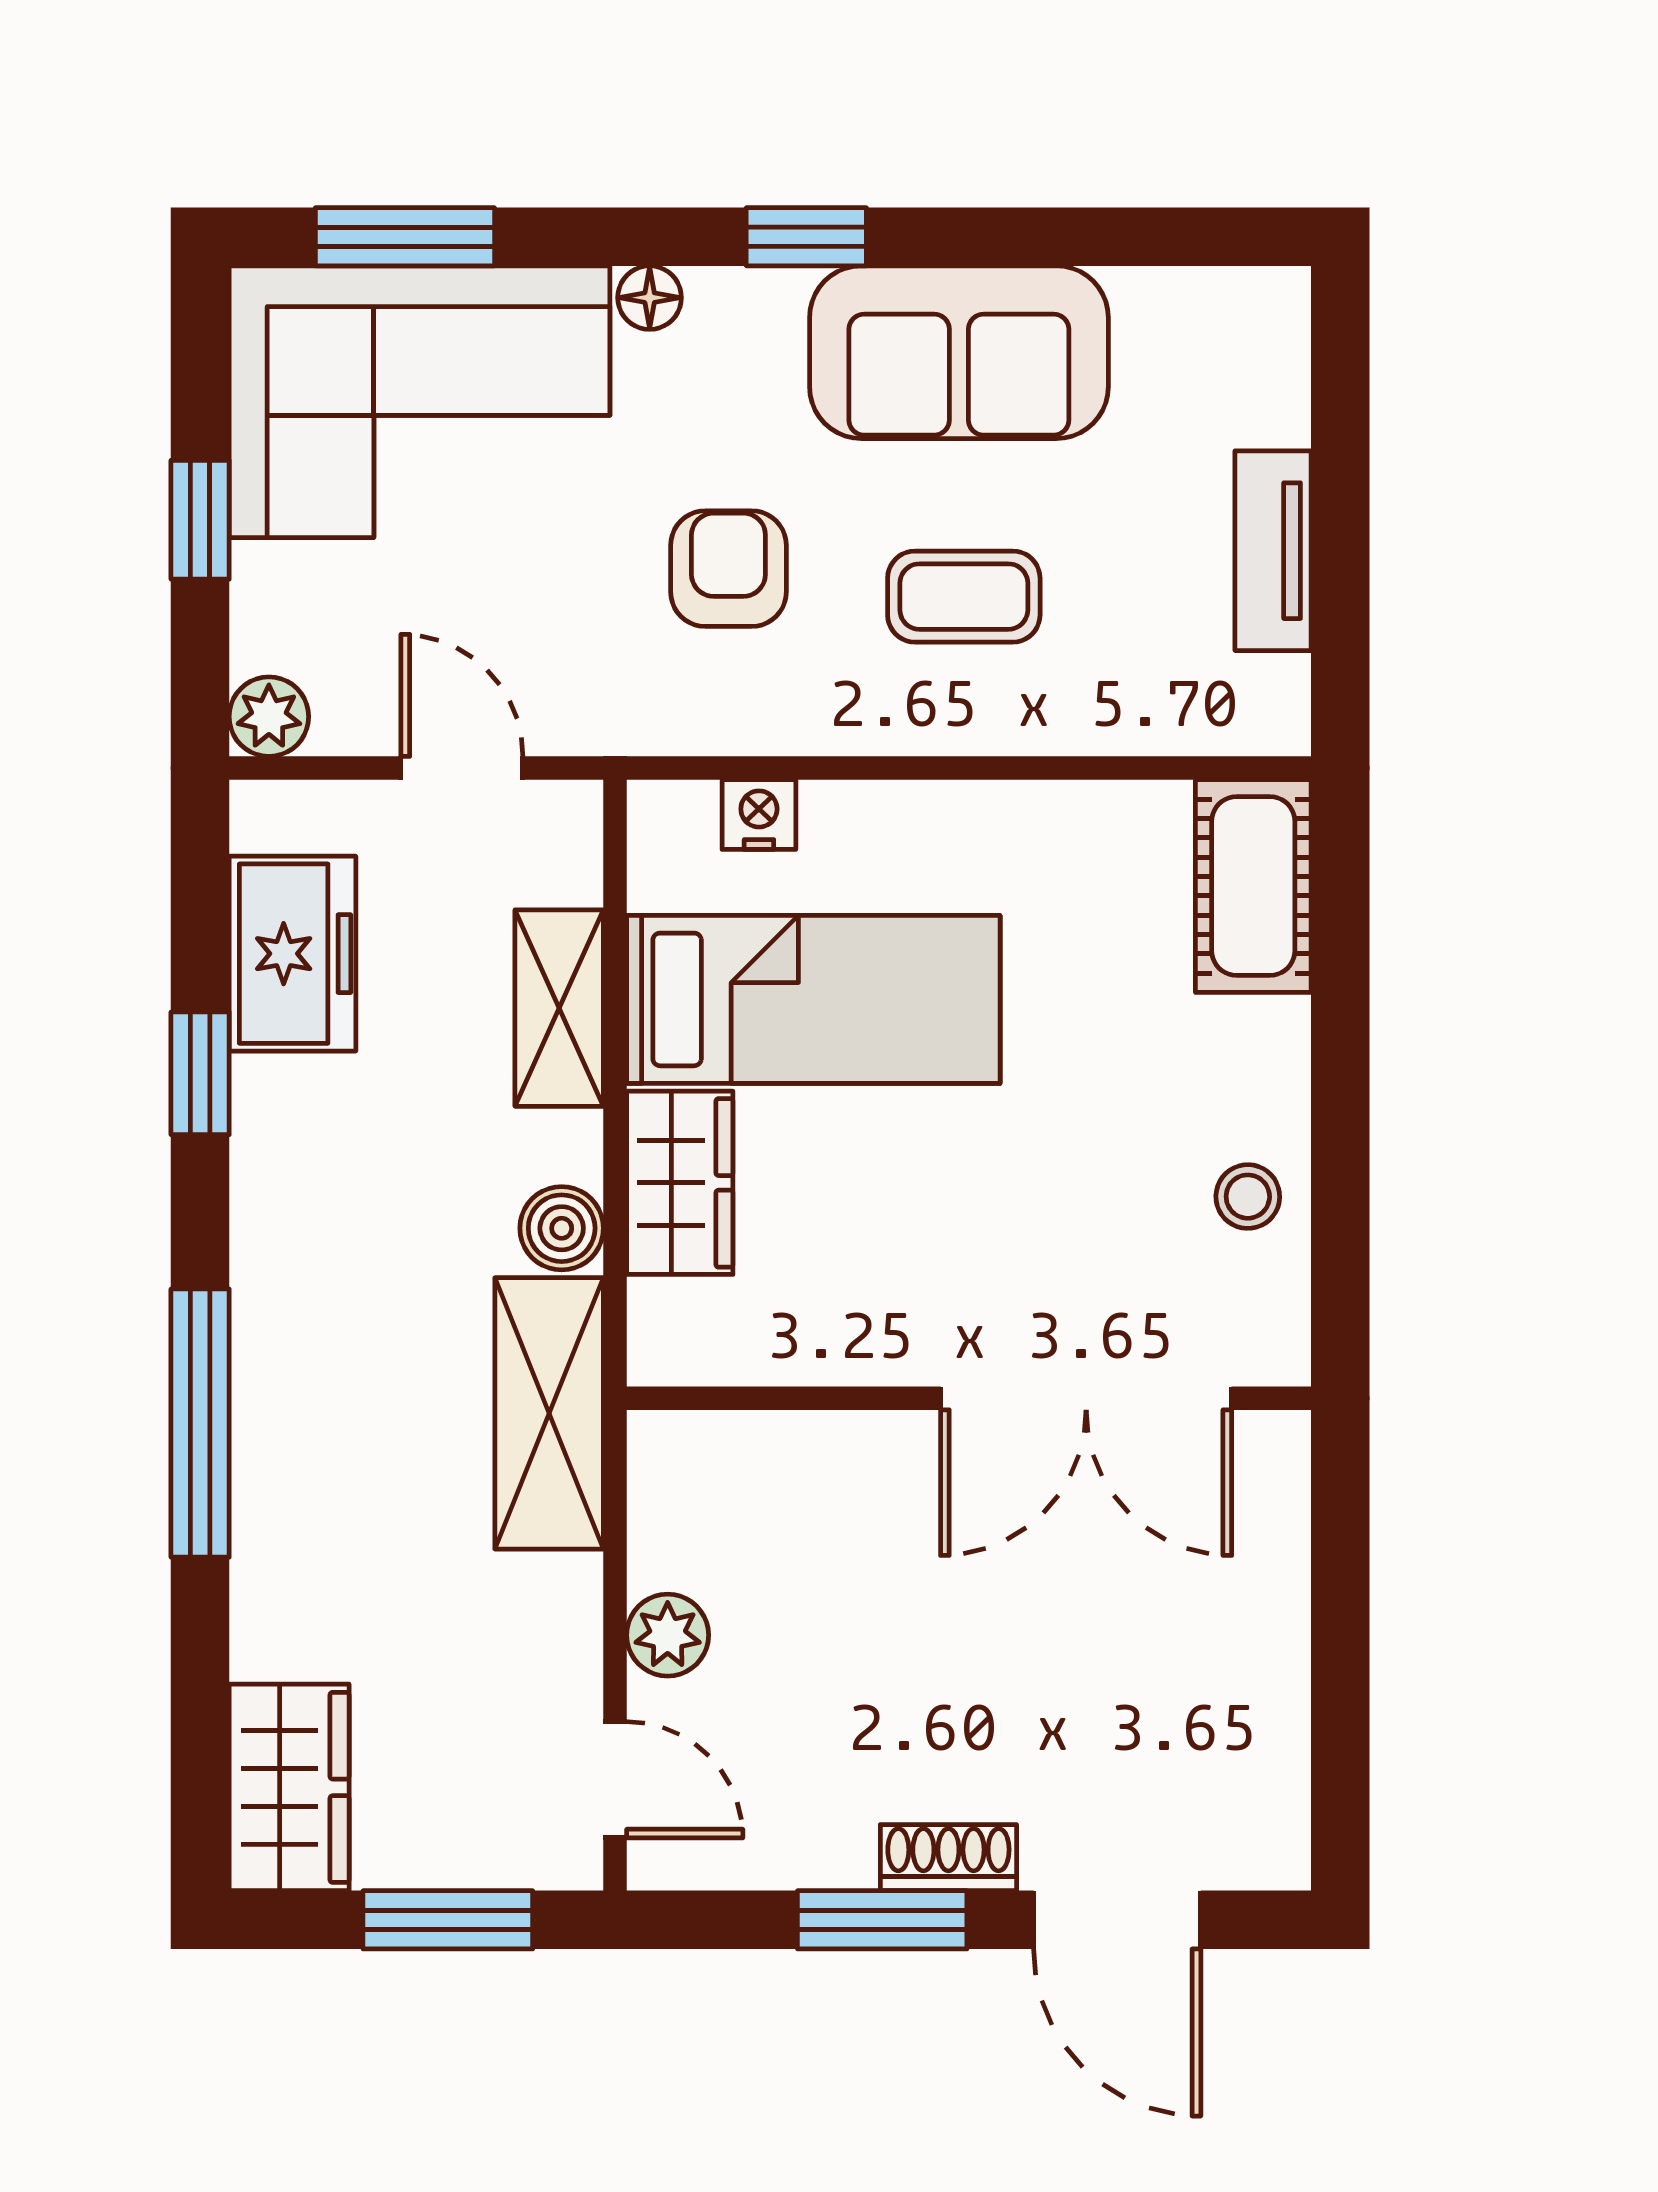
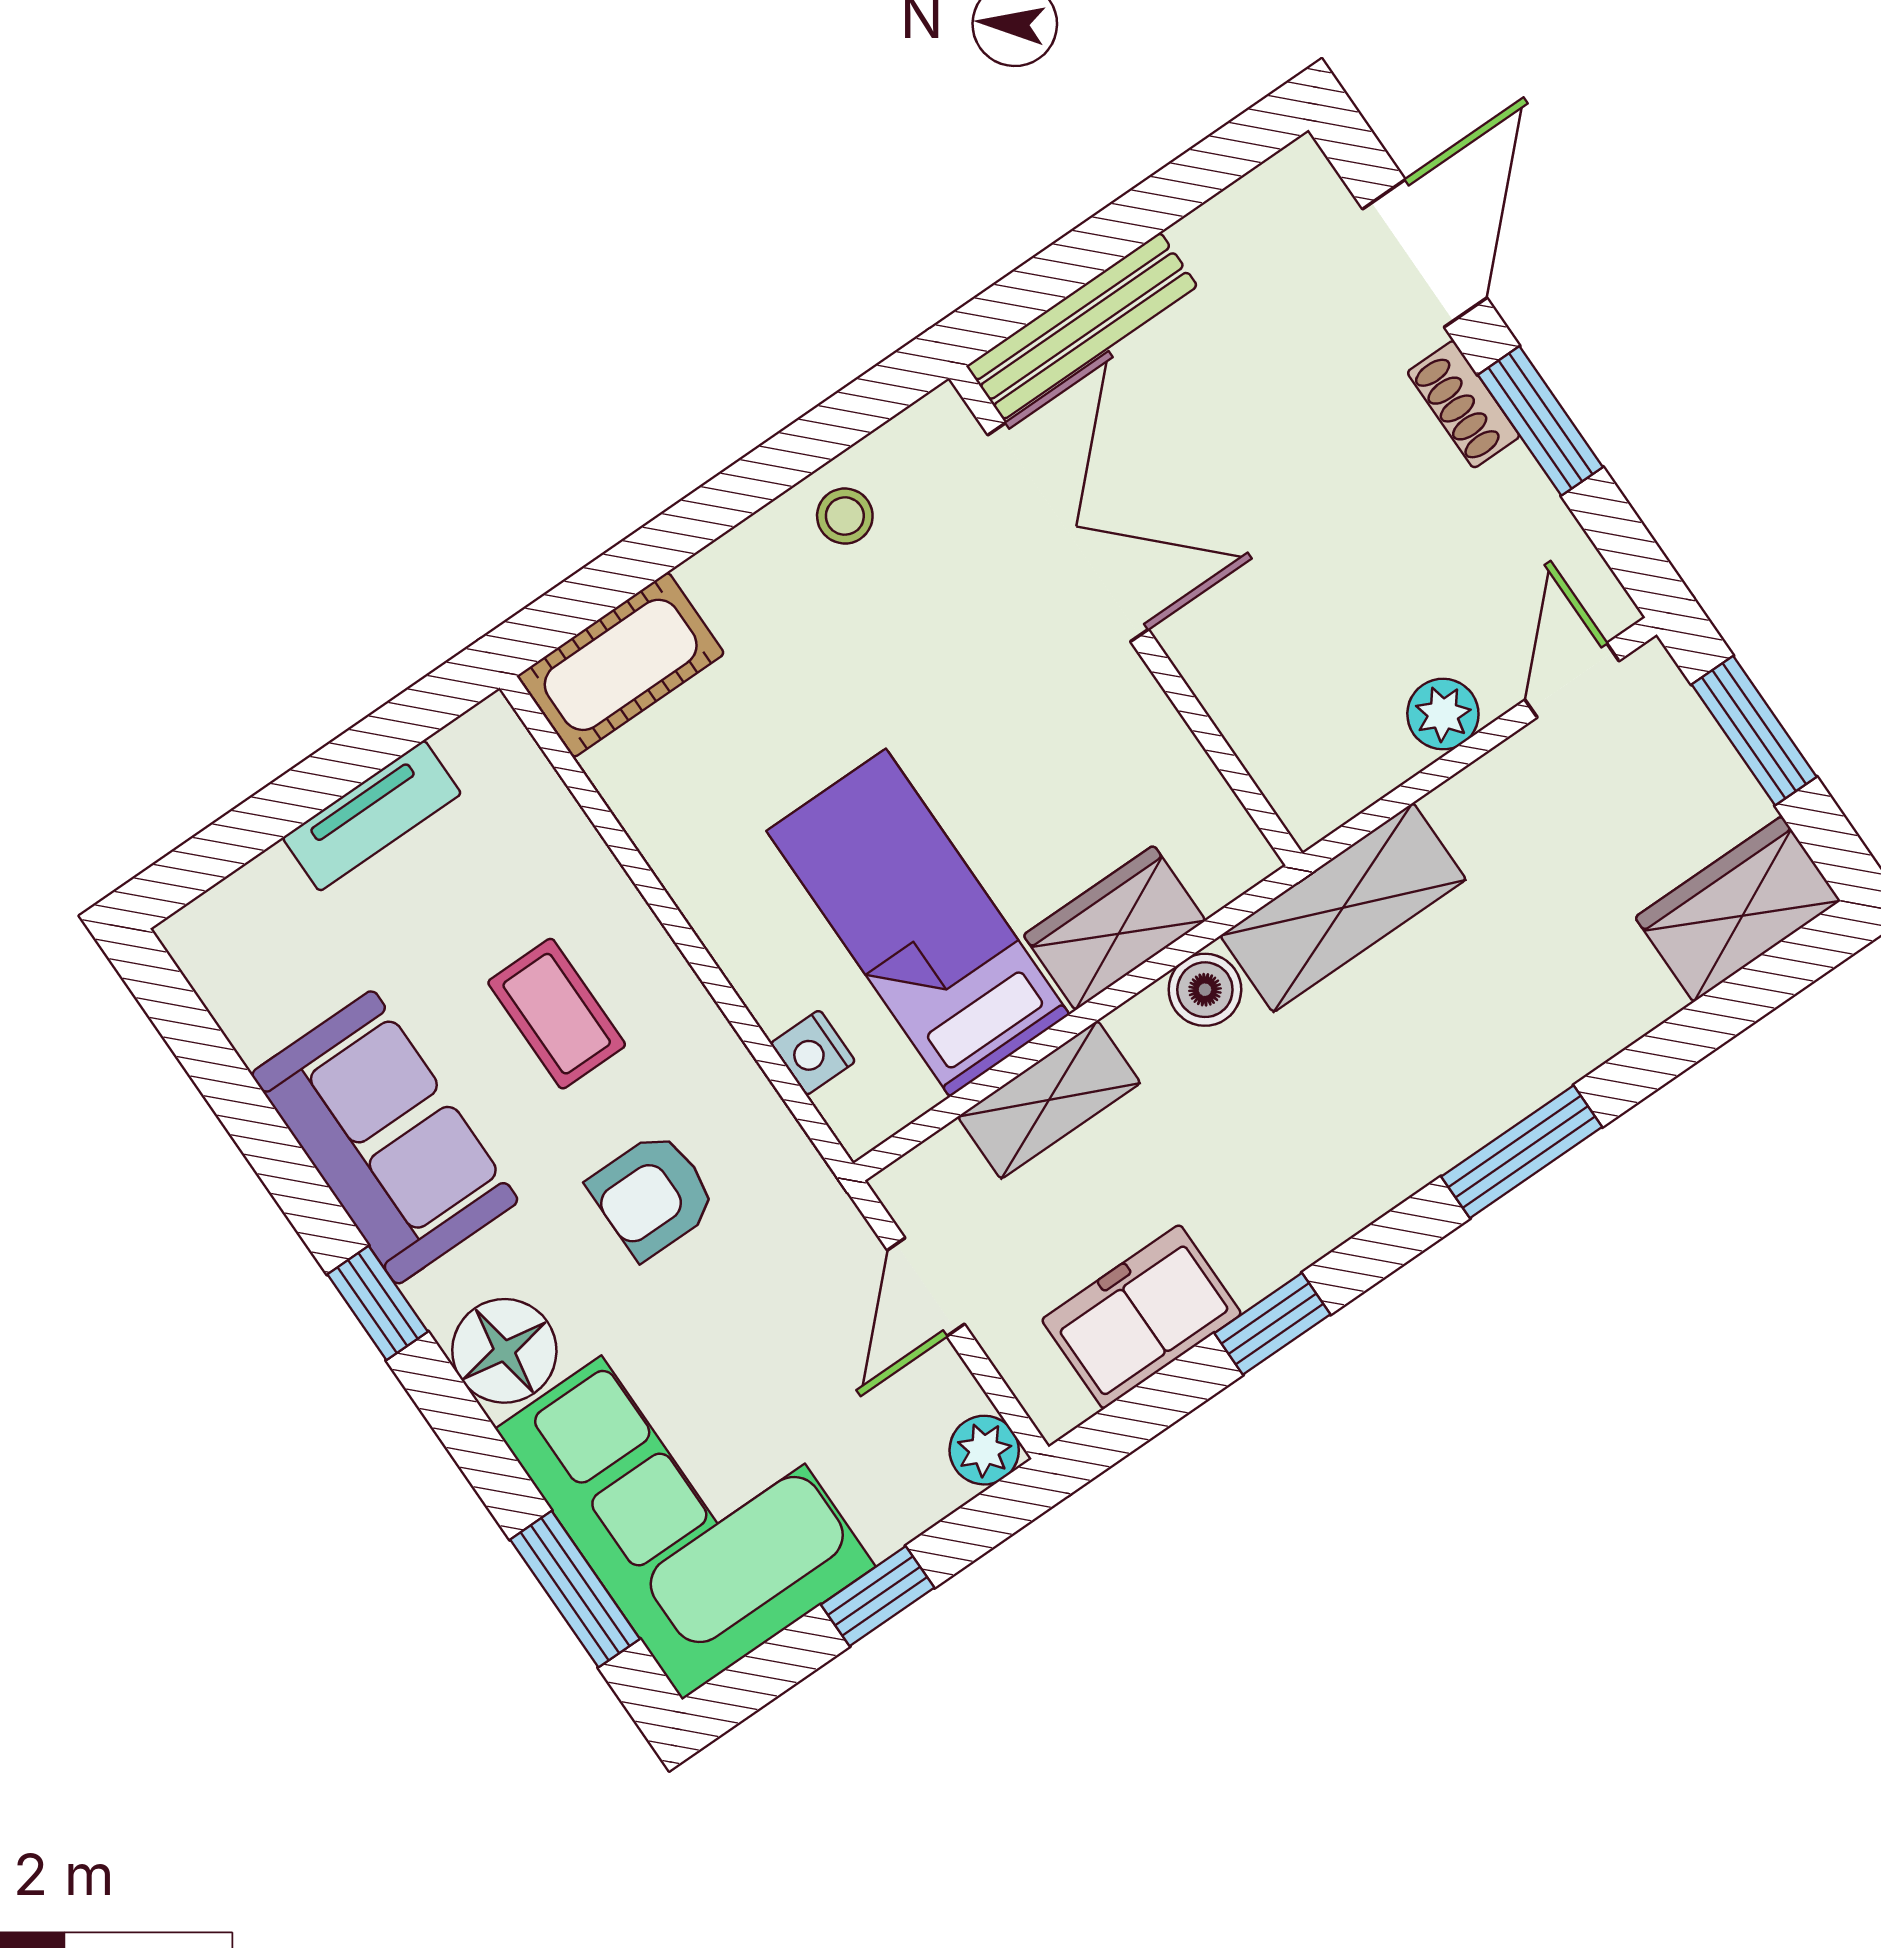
floor lamp: (650, 298) -> (504, 1351), width x1.89, depth x1.89
window: (200, 1423) -> (1522, 1152), width x0.69
bench: (1273, 1546) -> (1082, 326), added

